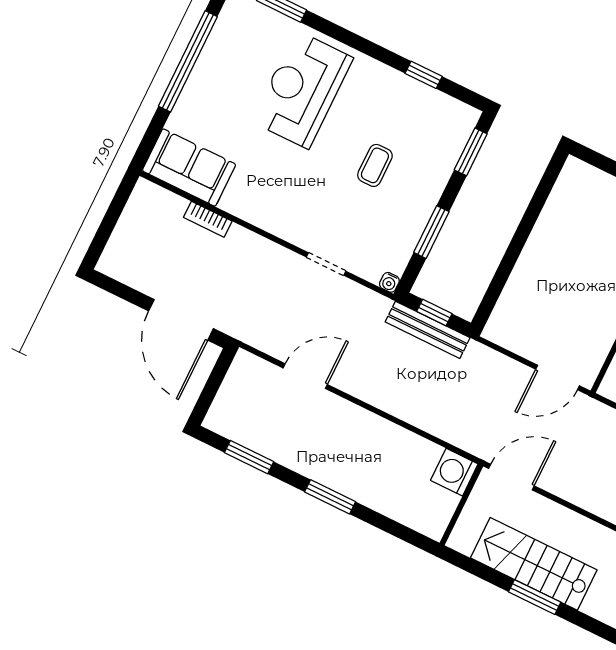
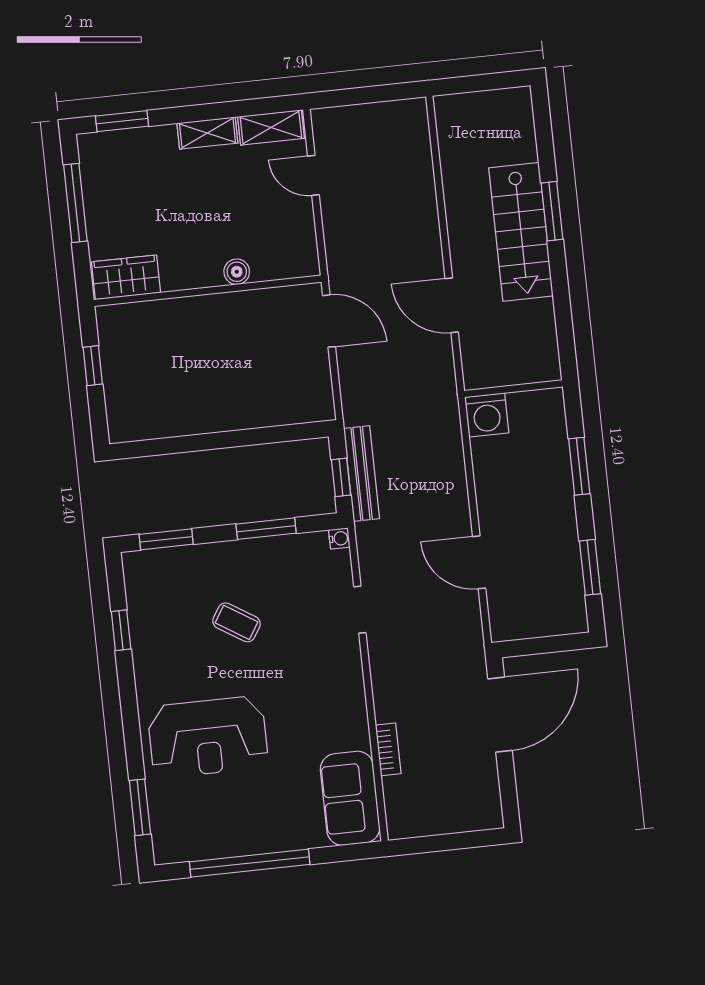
coffee table: (375, 165) -> (236, 622), turned 32
washing machine: (454, 472) -> (487, 415), moved
wall: (461, 505) -> (513, 389), moved

